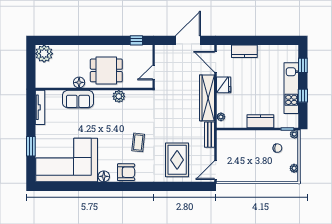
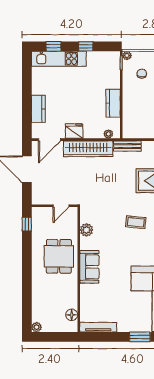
plant: (44, 54) -> (36, 327), width x0.53, depth x0.53
door: (154, 72) -> (61, 206), hinge flipped
floor lamp: (79, 82) -> (72, 315), moved
kitchen unit: (291, 88) -> (59, 59), moved
plant: (119, 96) -> (86, 230), moved
sofa: (78, 99) -> (89, 267), moved
kitchen counter: (260, 121) -> (113, 103), moved

